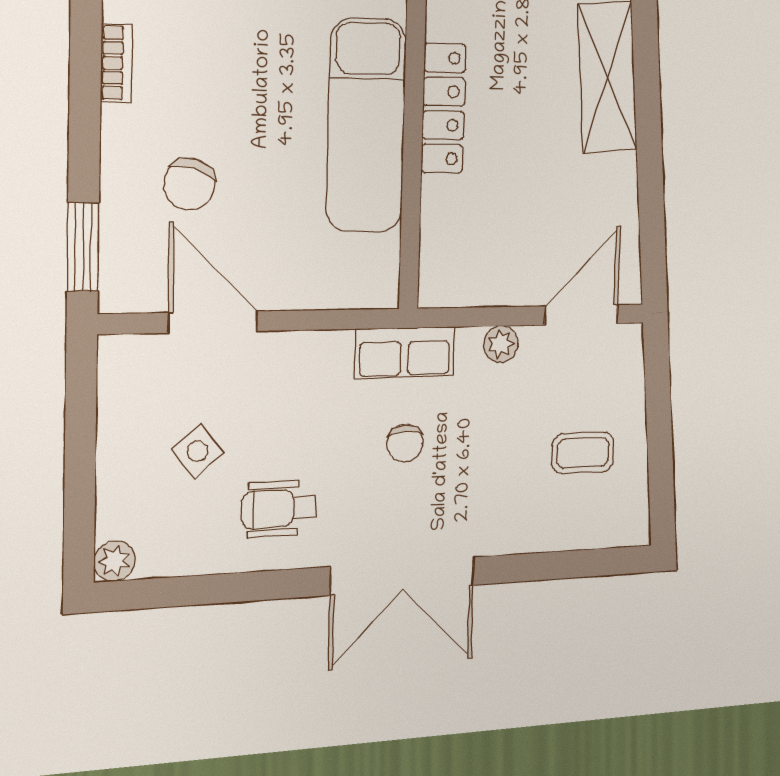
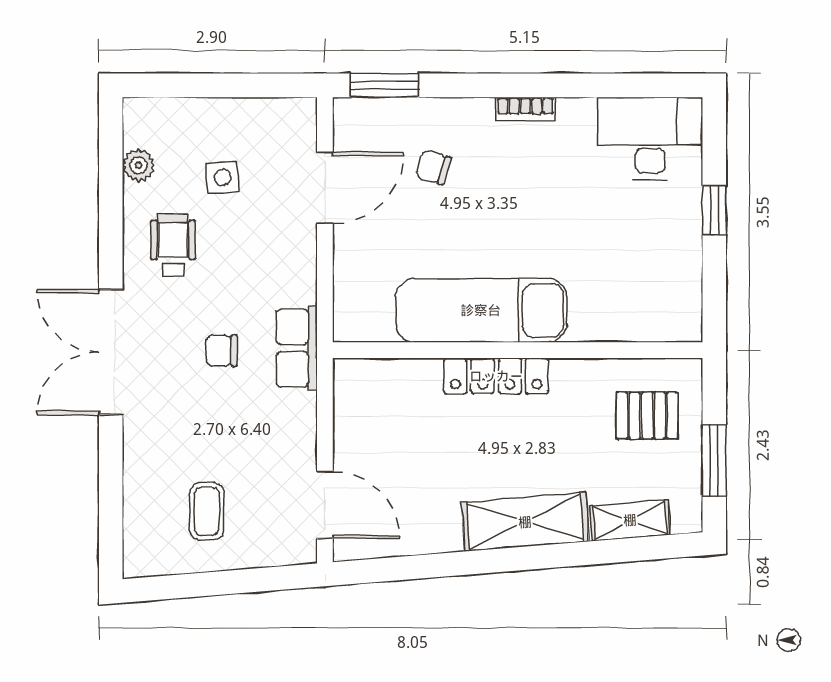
chair: (189, 184) -> (433, 167), width x0.73, depth x0.73
plant: (501, 344) -> (302, 433), removed
side table: (198, 451) -> (223, 177), turned 34
plant: (115, 561) -> (139, 165), moved

